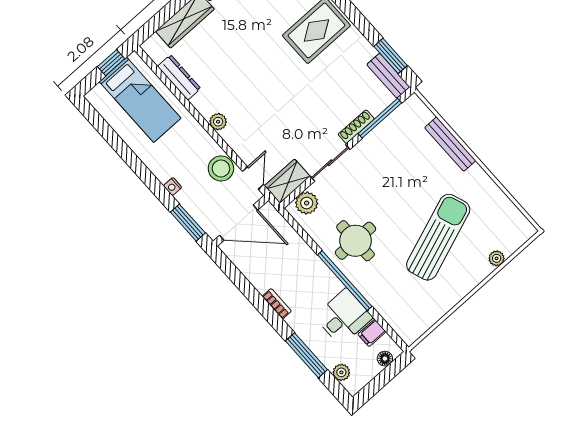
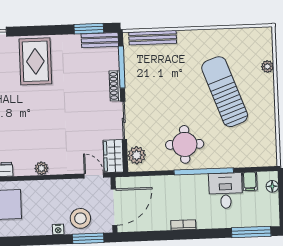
bench: (450, 144) -> (153, 38), moved
stool: (221, 168) -> (80, 218), moved
window: (306, 355) -> (251, 232), moved
plant: (341, 372) -> (259, 220), removed

